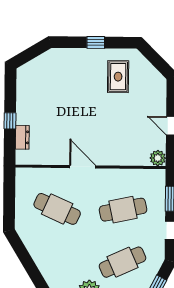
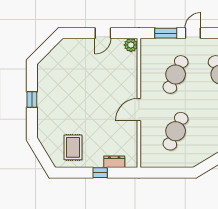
rug: (118, 77) -> (73, 147), moved, turned 90
cafe table: (123, 210) -> (176, 74), turned 36

